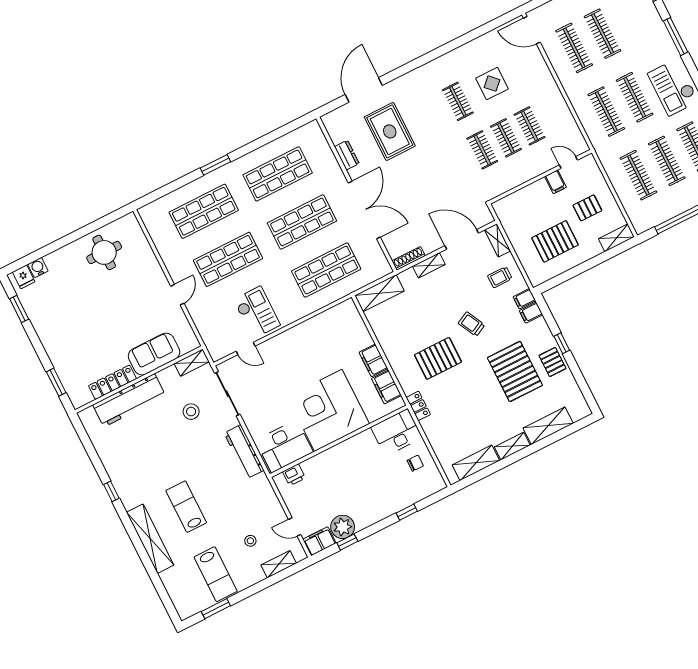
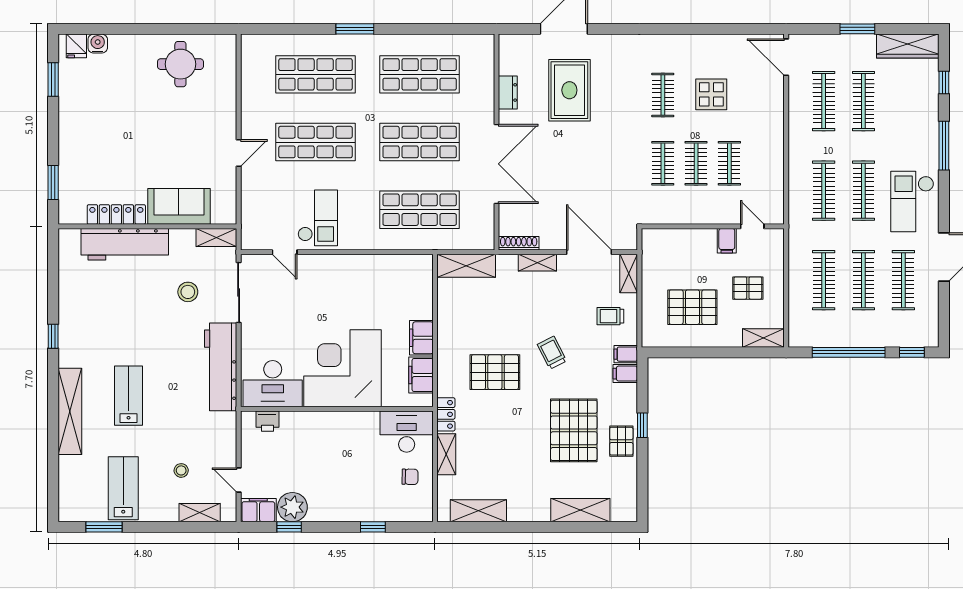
shelving: (512, 446) -> (446, 454), moved, turned 90
workbench: (244, 452) -> (221, 367), width x1.36, depth x1.32
lab bench: (216, 574) -> (123, 488), turned 180

